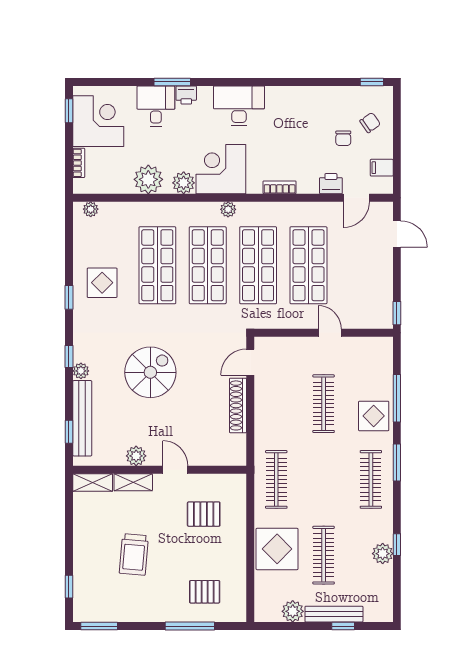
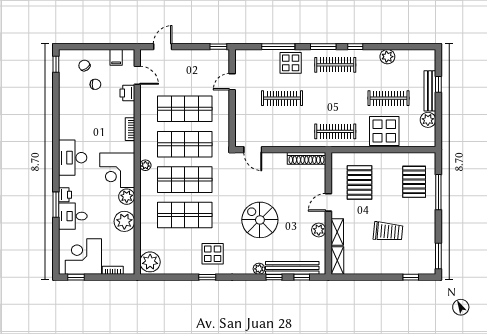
plant: (91, 209) -> (150, 262), width x1.87, depth x1.87
display table: (102, 283) -> (213, 254), moved
door: (330, 333) -> (232, 82), moved
window: (69, 356) -> (274, 277), moved
shoe rack: (238, 405) -> (306, 158), moved
pallet: (204, 514) -> (360, 182), width x1.50, depth x1.42
window: (397, 545) -> (355, 47), moved
pallet: (205, 592) -> (414, 182), width x1.50, depth x1.42

